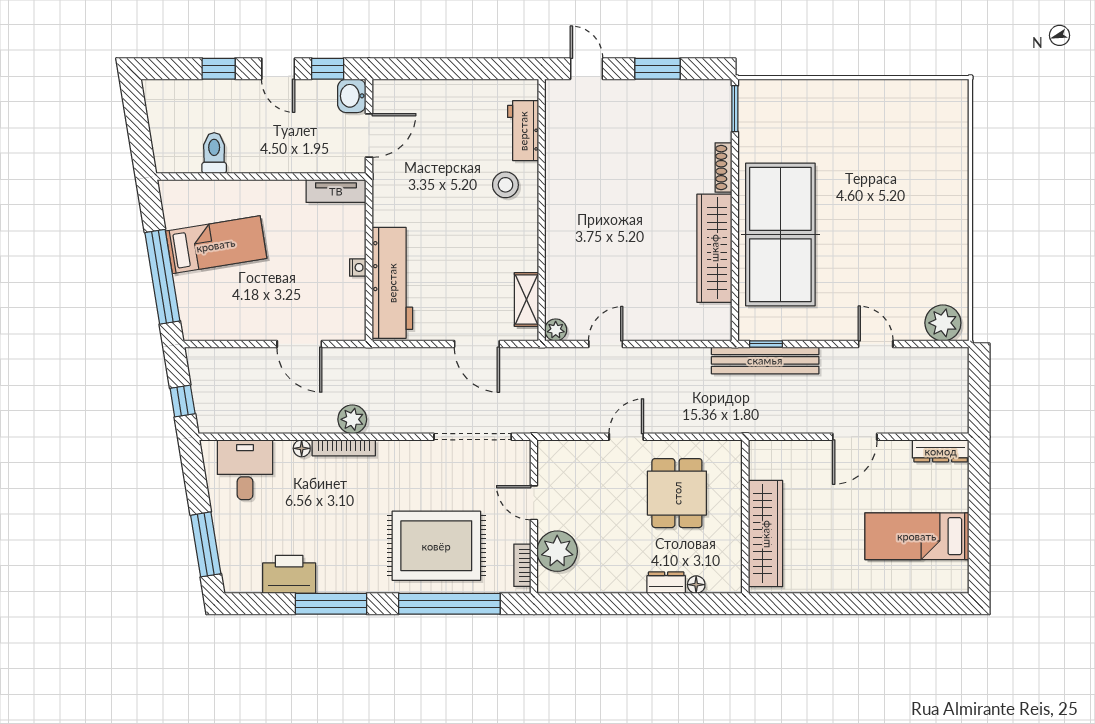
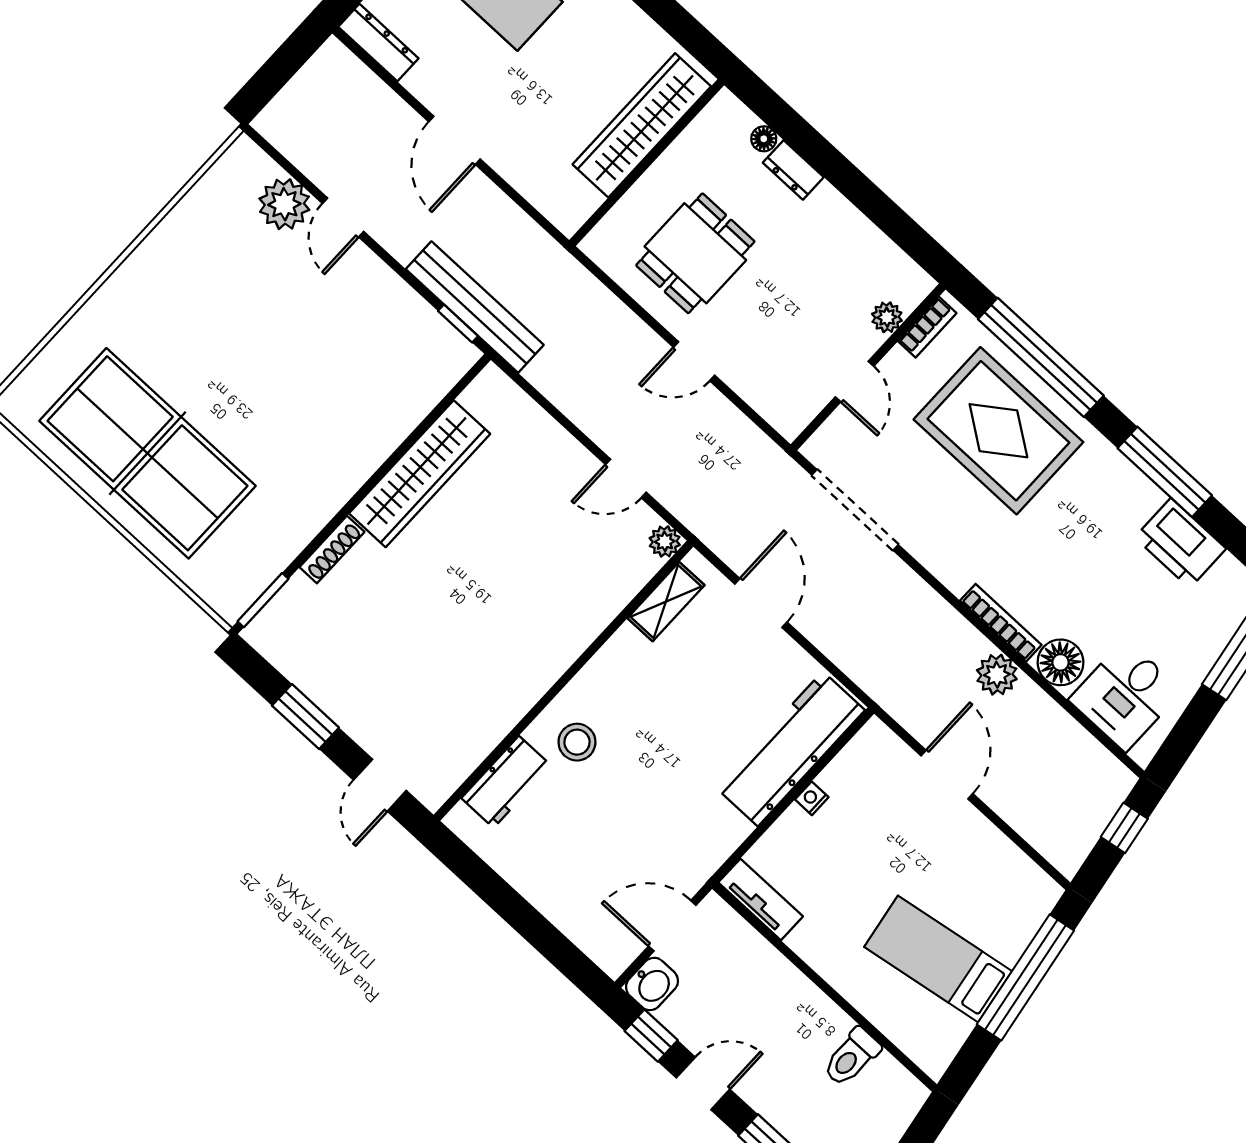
door: (278, 69) -> (703, 1083), hinge flipped
table tennis table: (780, 235) -> (147, 453), moved, turned 90
plant: (943, 323) -> (284, 204), moved
plant: (352, 419) -> (997, 675), moved
door: (855, 437) -> (455, 140), swing flipped
floor lamp: (302, 448) -> (1060, 662), width x1.89, depth x1.89
plant: (557, 551) -> (887, 317), width x0.53, depth x0.53

